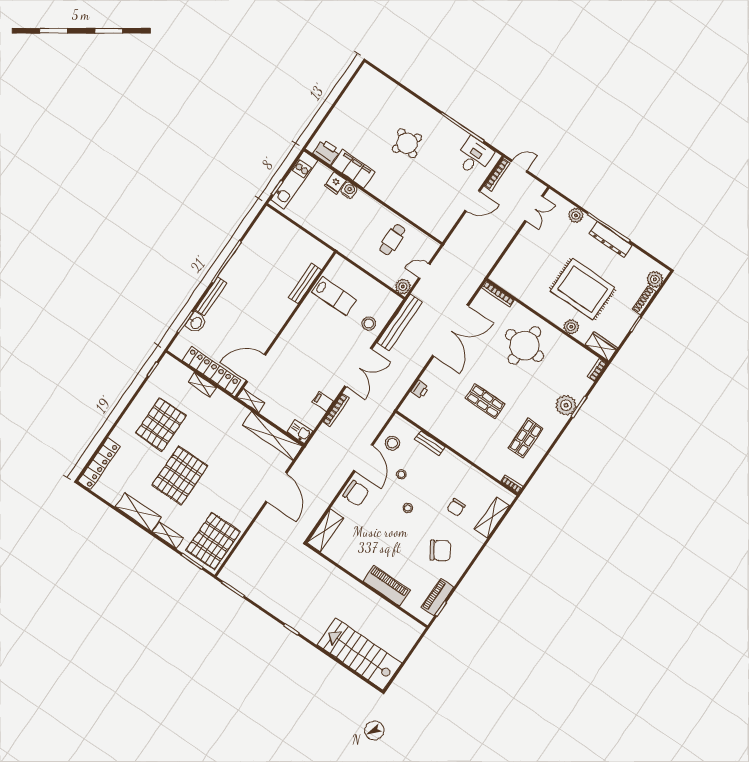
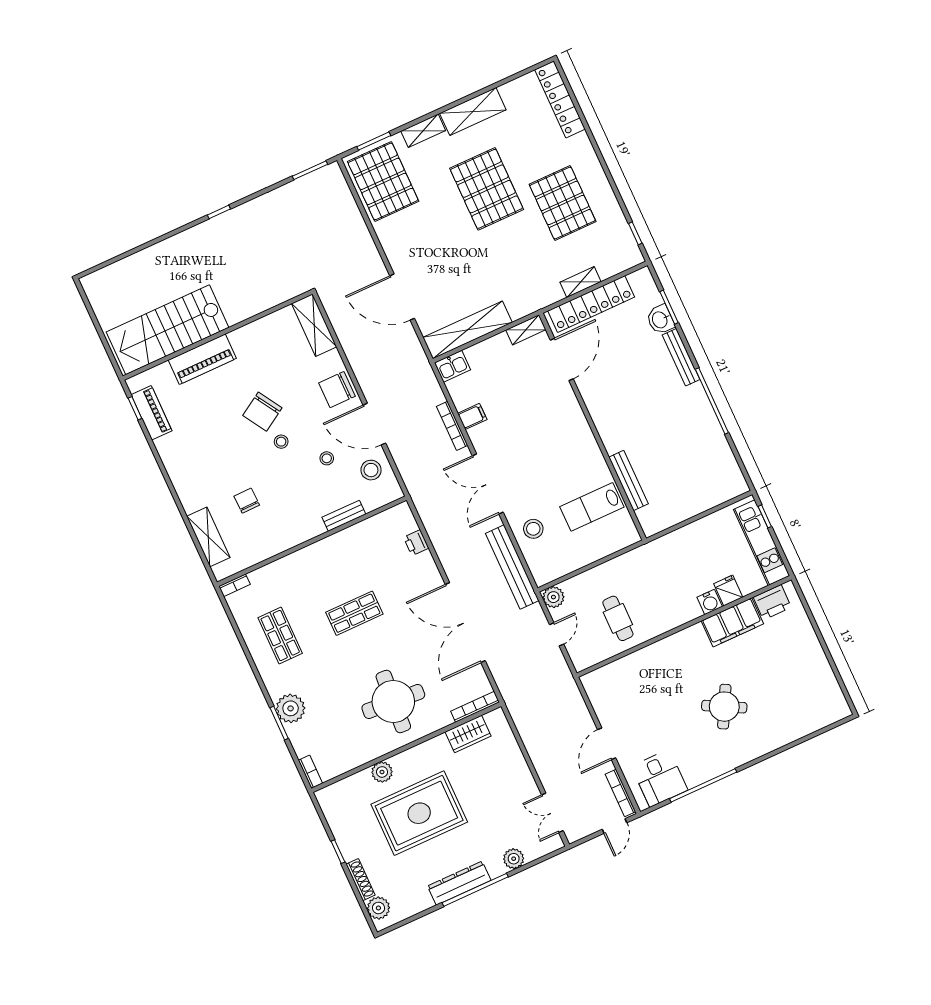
wardrobe: (601, 346) -> (468, 734), moved
chair: (440, 550) -> (262, 412), moved
stairs: (359, 654) -> (168, 330), moved, turned 180

